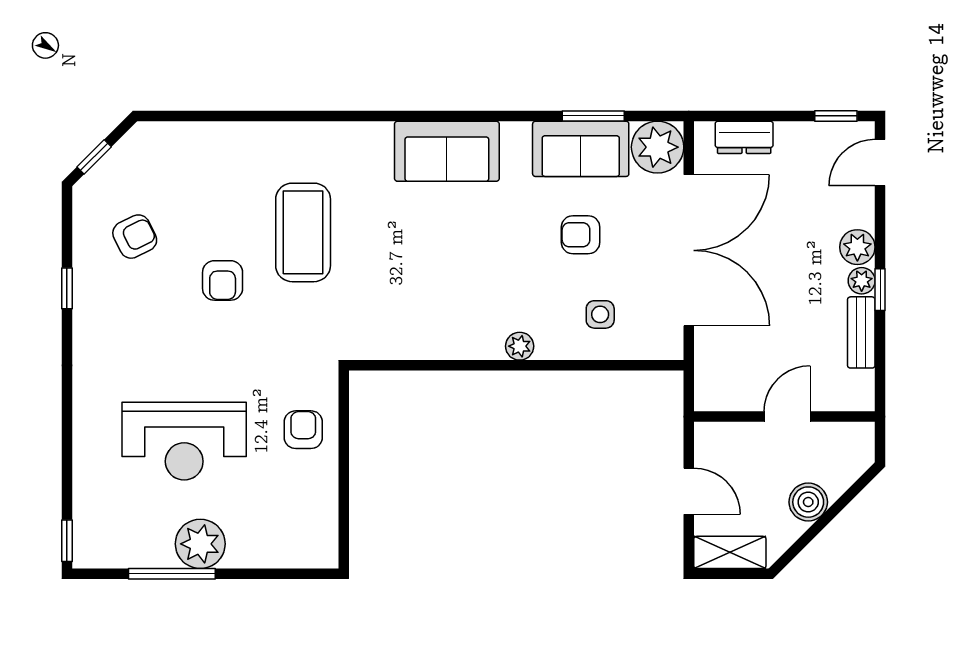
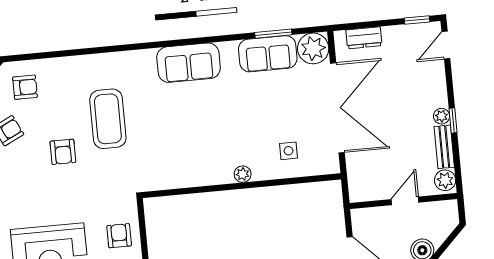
armchair: (581, 235) -> (25, 87), moved, turned 180
plant: (857, 247) -> (445, 180), moved

